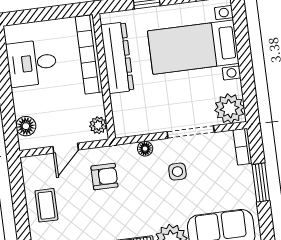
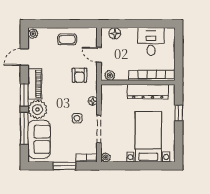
plant: (230, 109) -> (106, 157), width x0.53, depth x0.53

